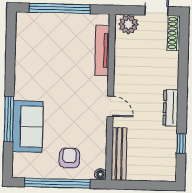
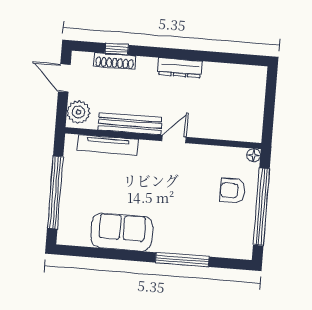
shoe rack: (174, 33) -> (115, 61), moved
sofa: (28, 126) -> (122, 232), moved
window: (181, 143) -> (117, 49), moved
bench: (119, 154) -> (130, 124), moved

